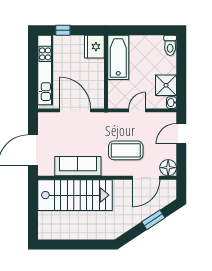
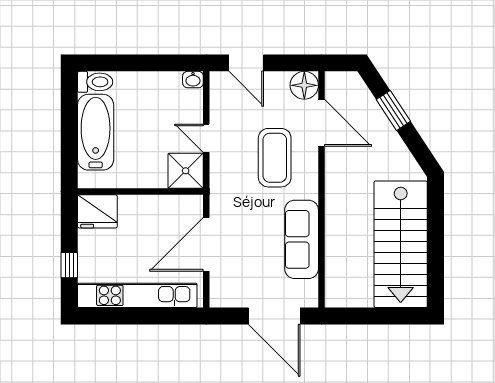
bathtub: (118, 57) -> (96, 132), moved, turned 90
shower: (166, 85) -> (186, 171), moved
stairs: (75, 195) -> (401, 244), moved, turned 180

